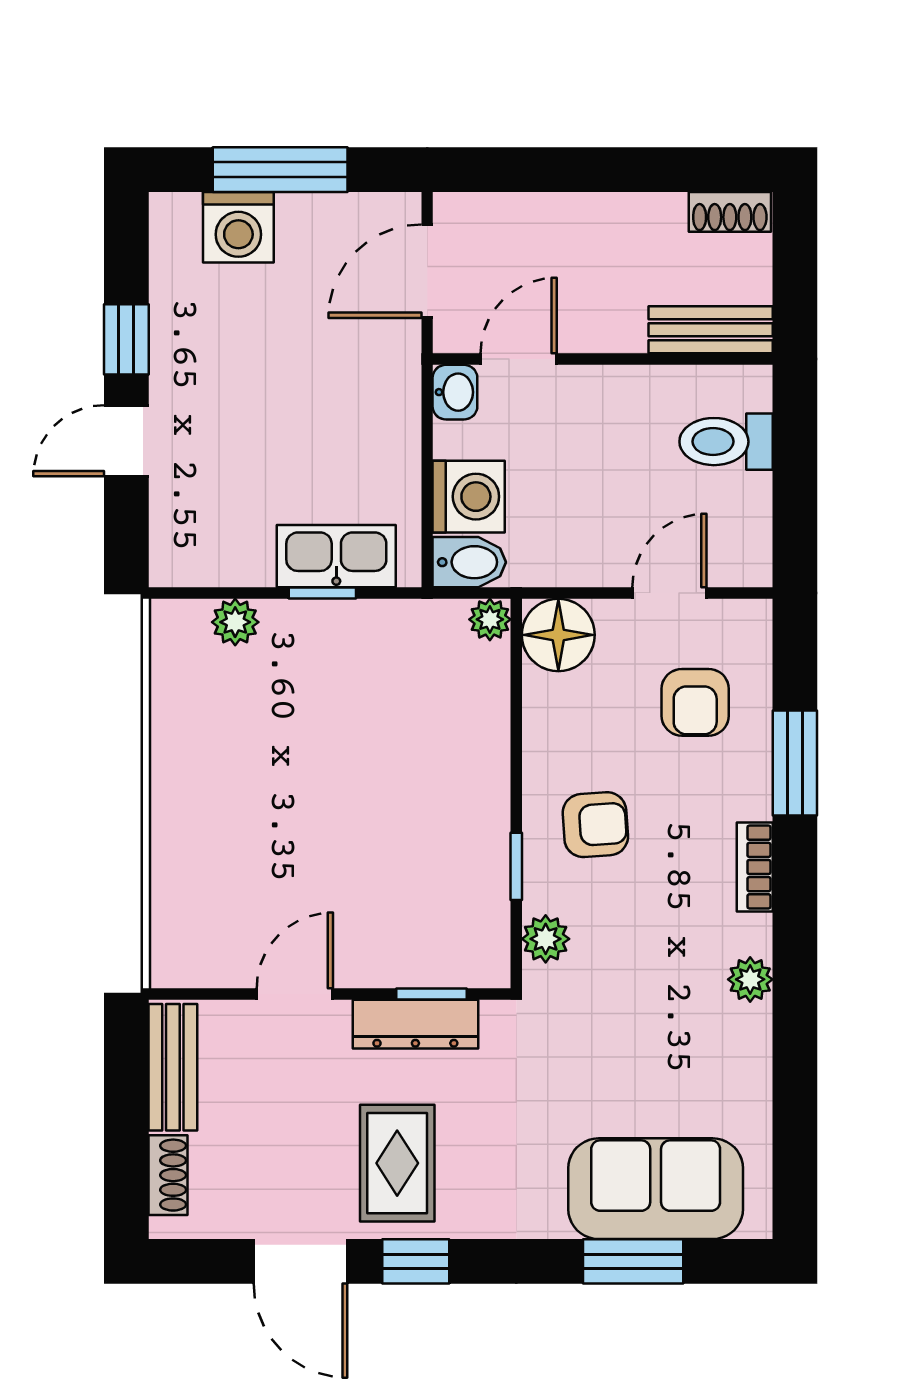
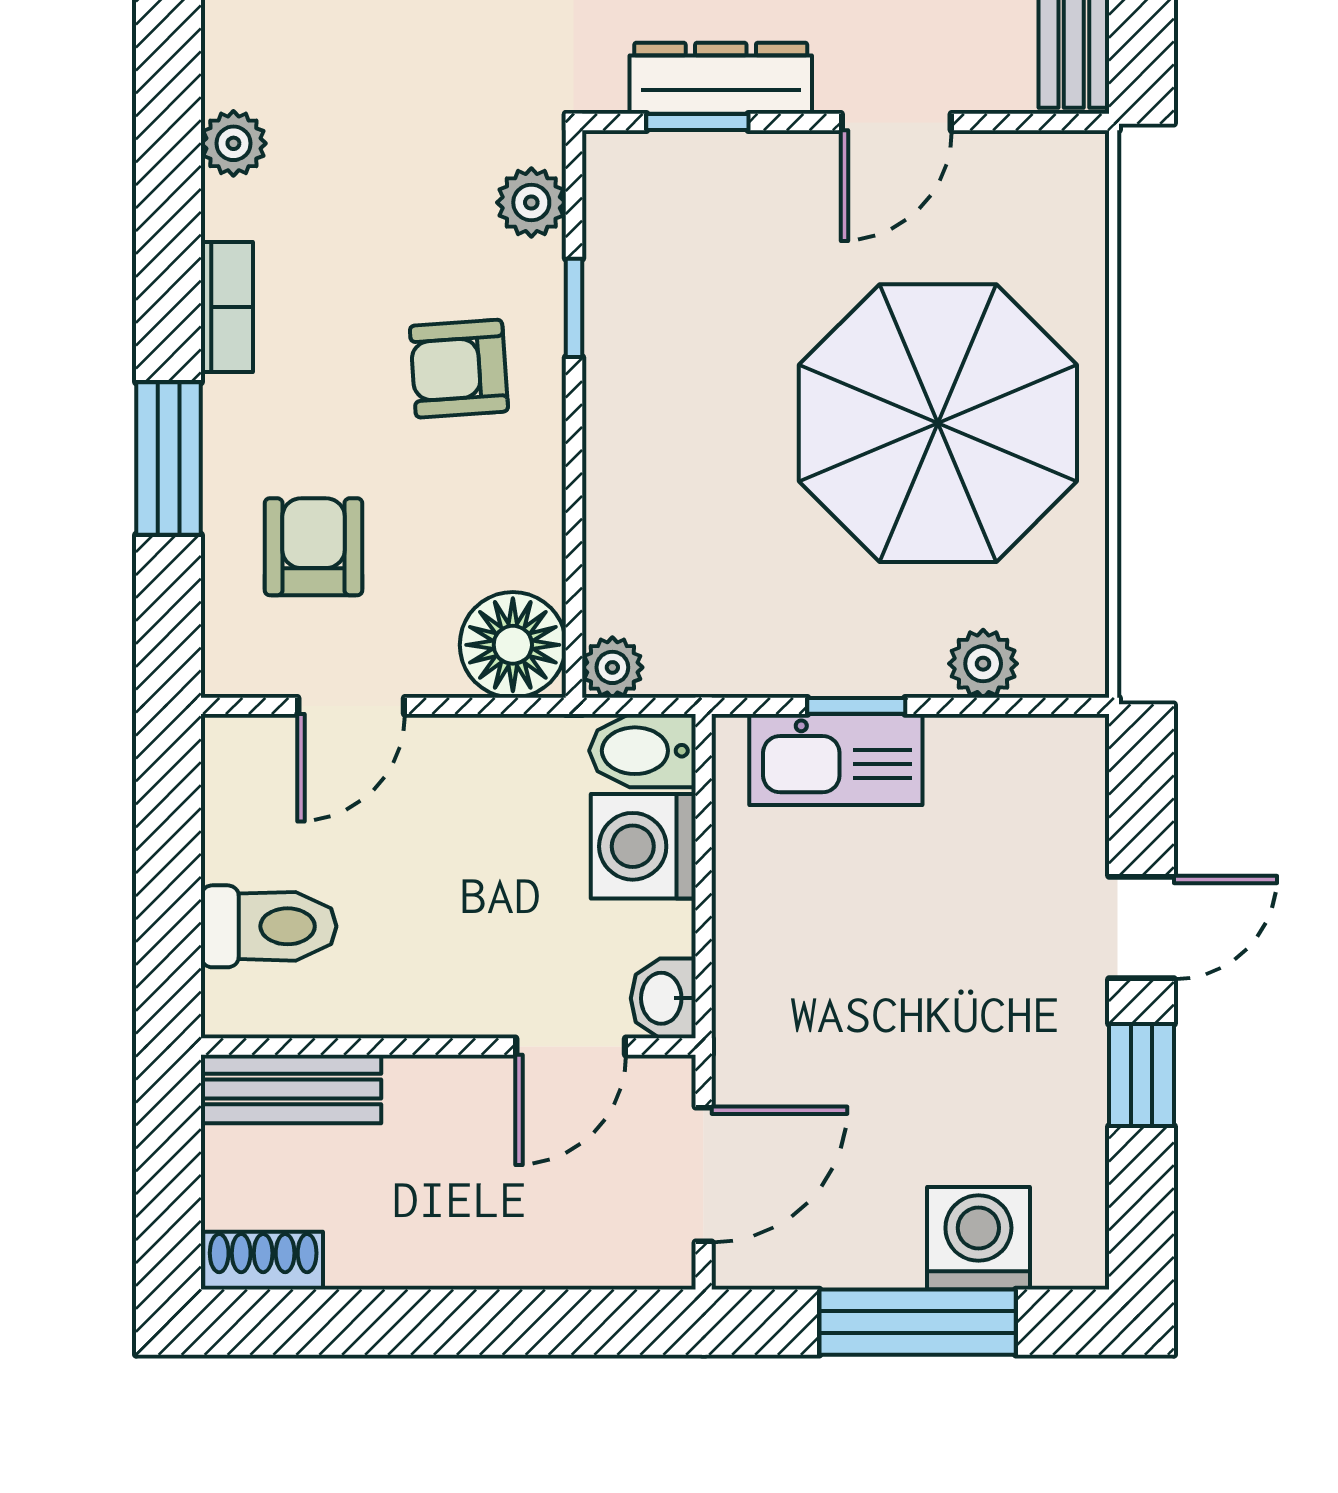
parasol: (266, 787) -> (938, 423), added

